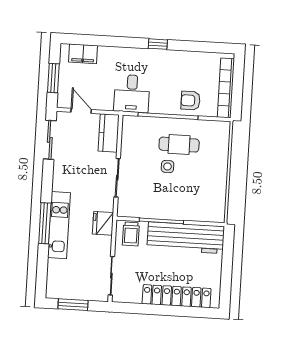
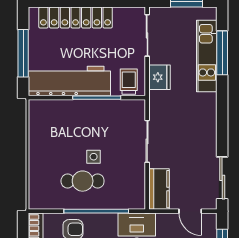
window: (45, 223) -> (222, 53), moved
fridge: (103, 223) -> (159, 77), moved
kitchen unit: (59, 225) -> (207, 56), moved
window: (227, 266) -> (23, 53), added

